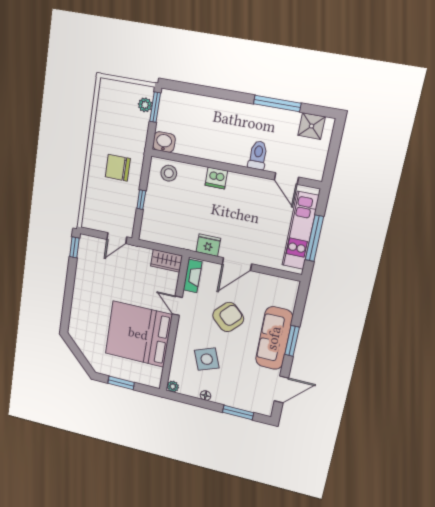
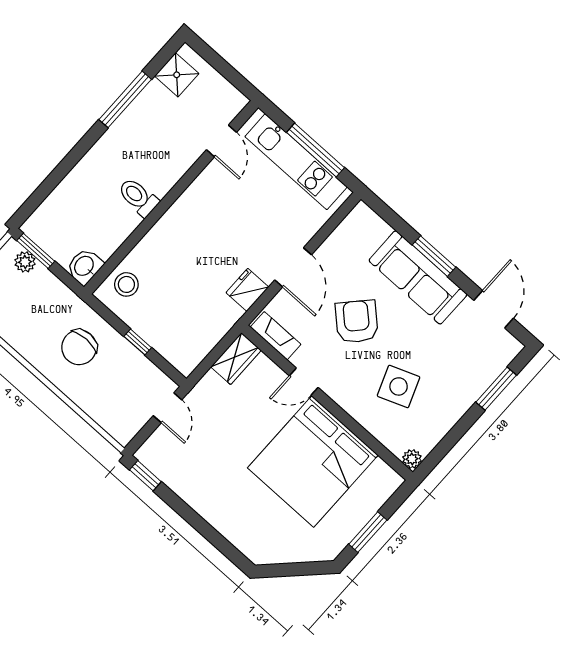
toilet: (258, 155) -> (138, 197), moved
dishwasher: (216, 178) -> (169, 227), removed
door: (286, 179) -> (221, 141), hinge flipped
floor lamp: (206, 396) -> (449, 420), removed

